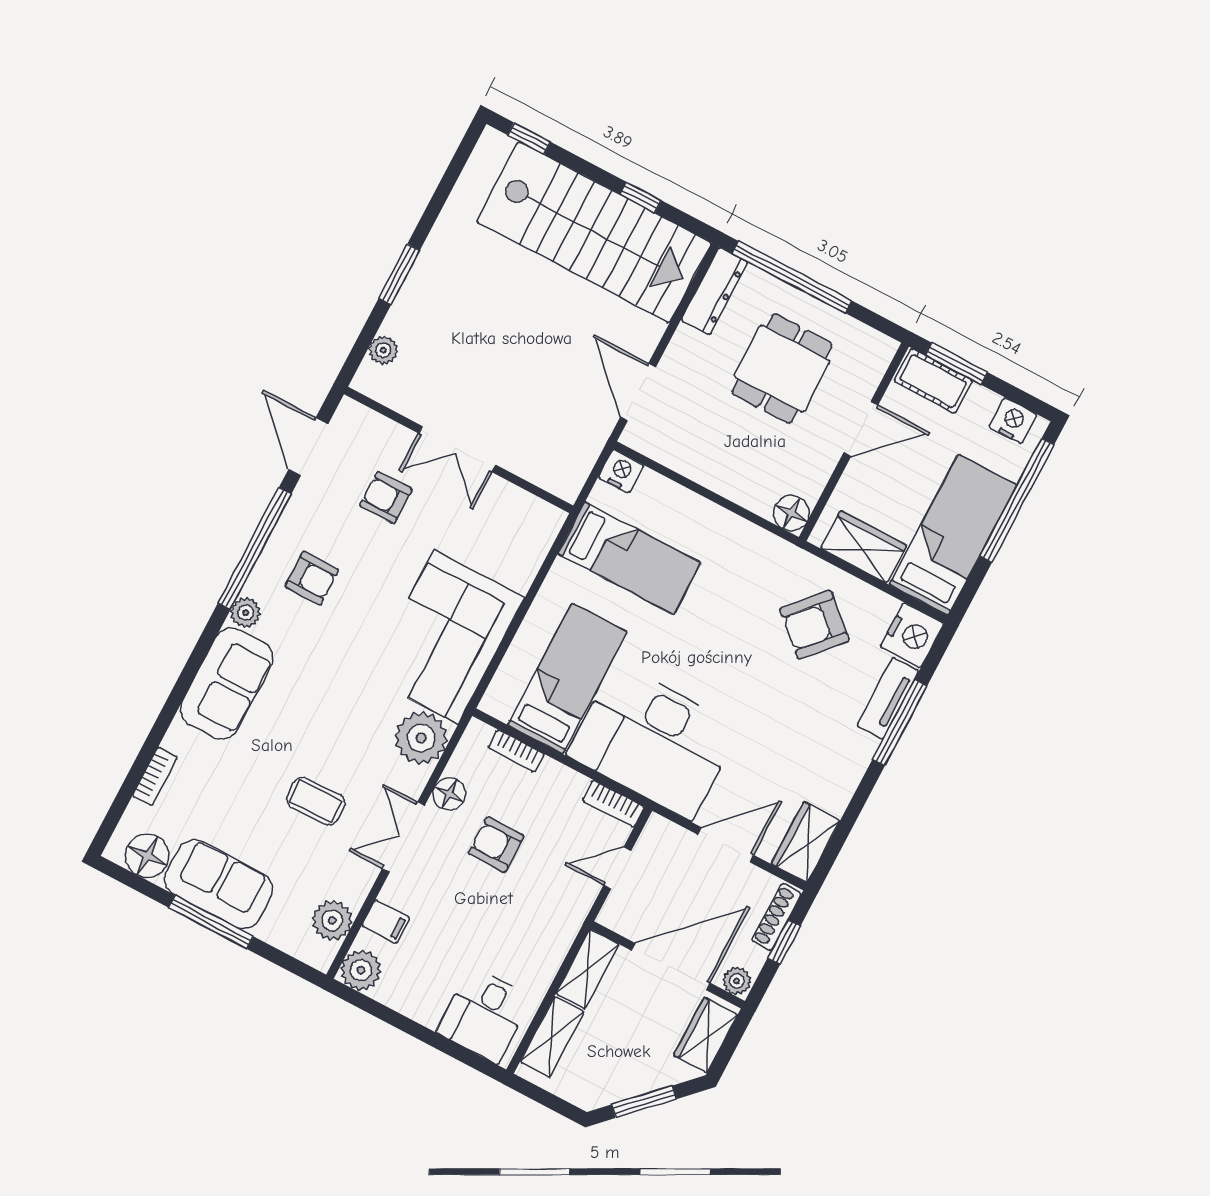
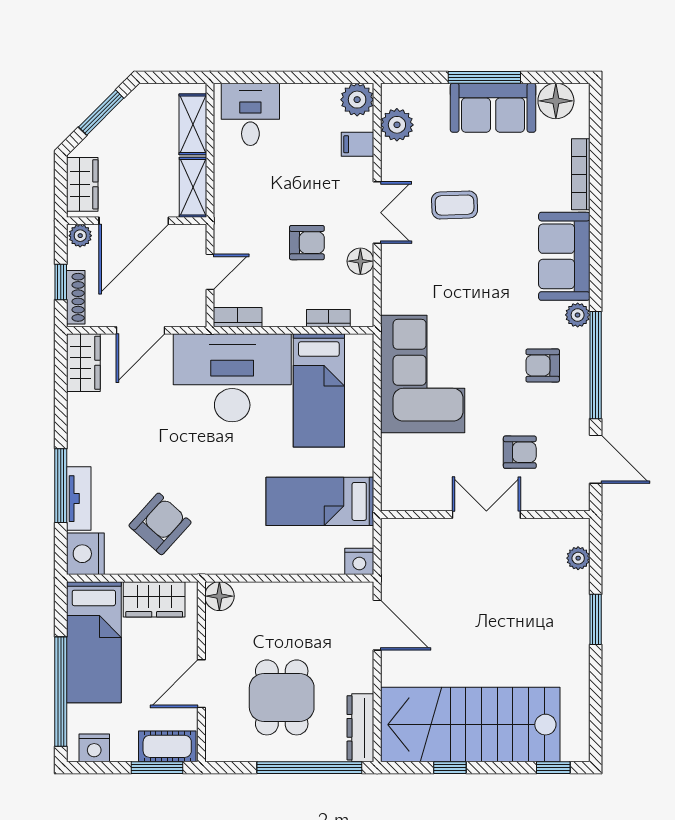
plant: (421, 738) -> (402, 291), removed
bookcase: (155, 776) -> (581, 174), width x1.56

